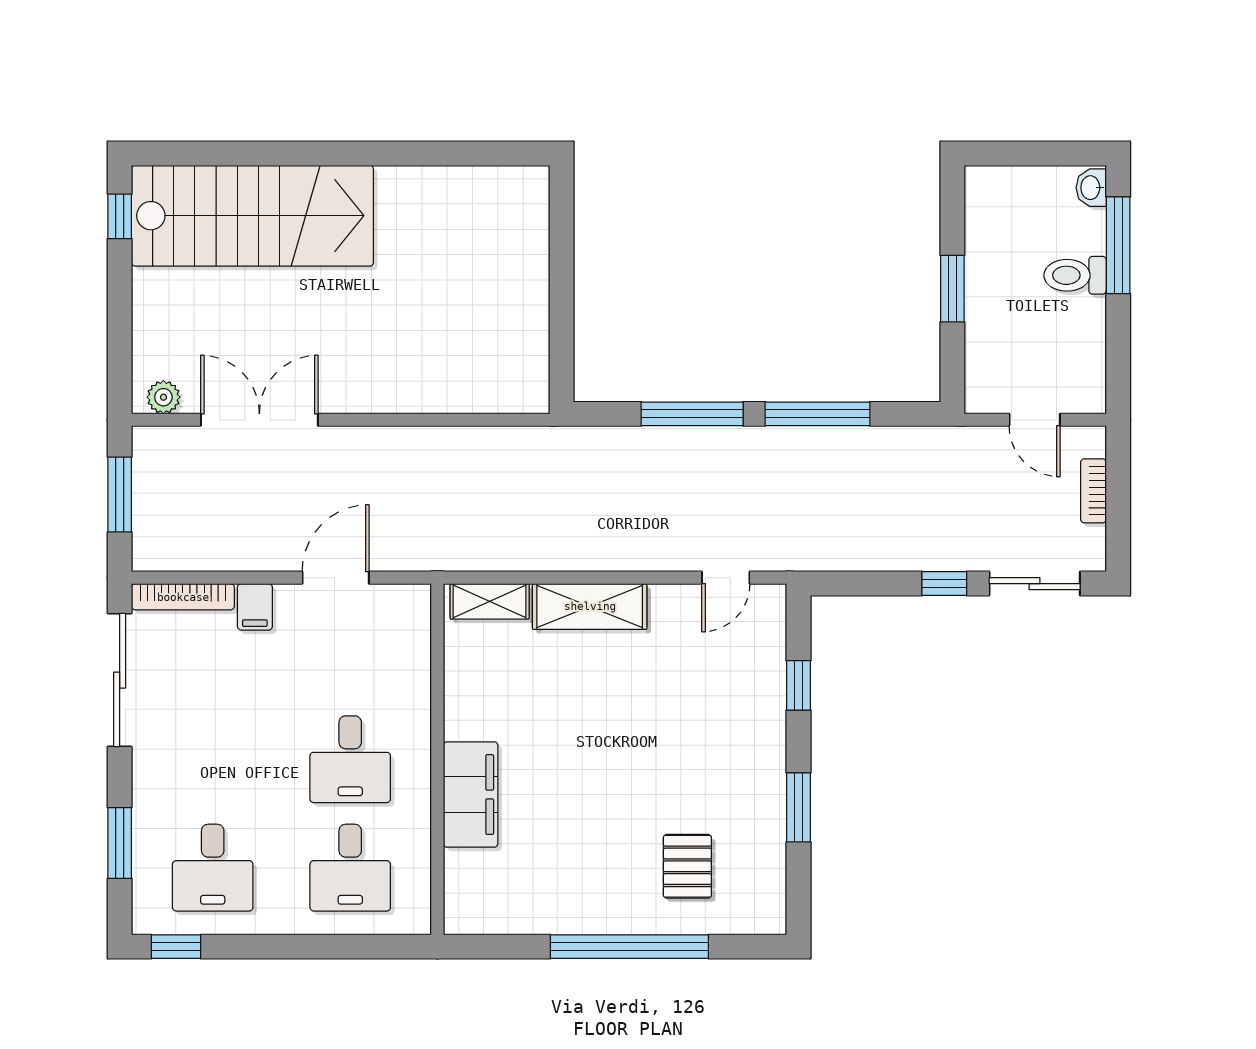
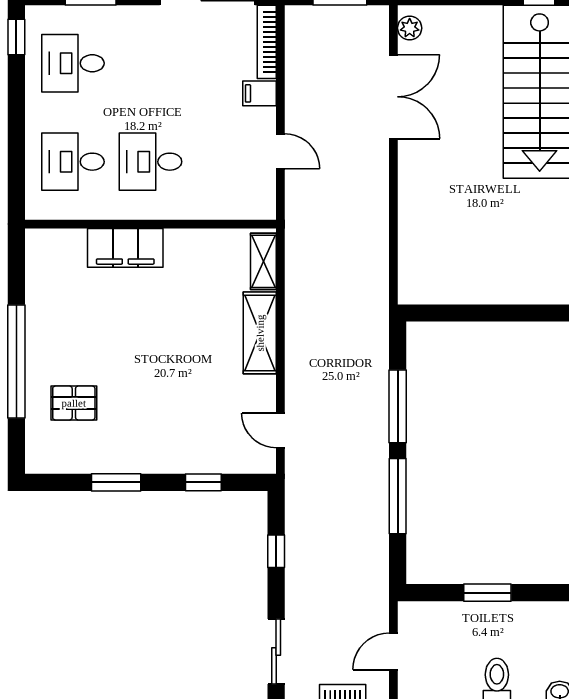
door: (336, 578) -> (280, 151), width x0.73
window: (944, 584) -> (276, 551), moved

